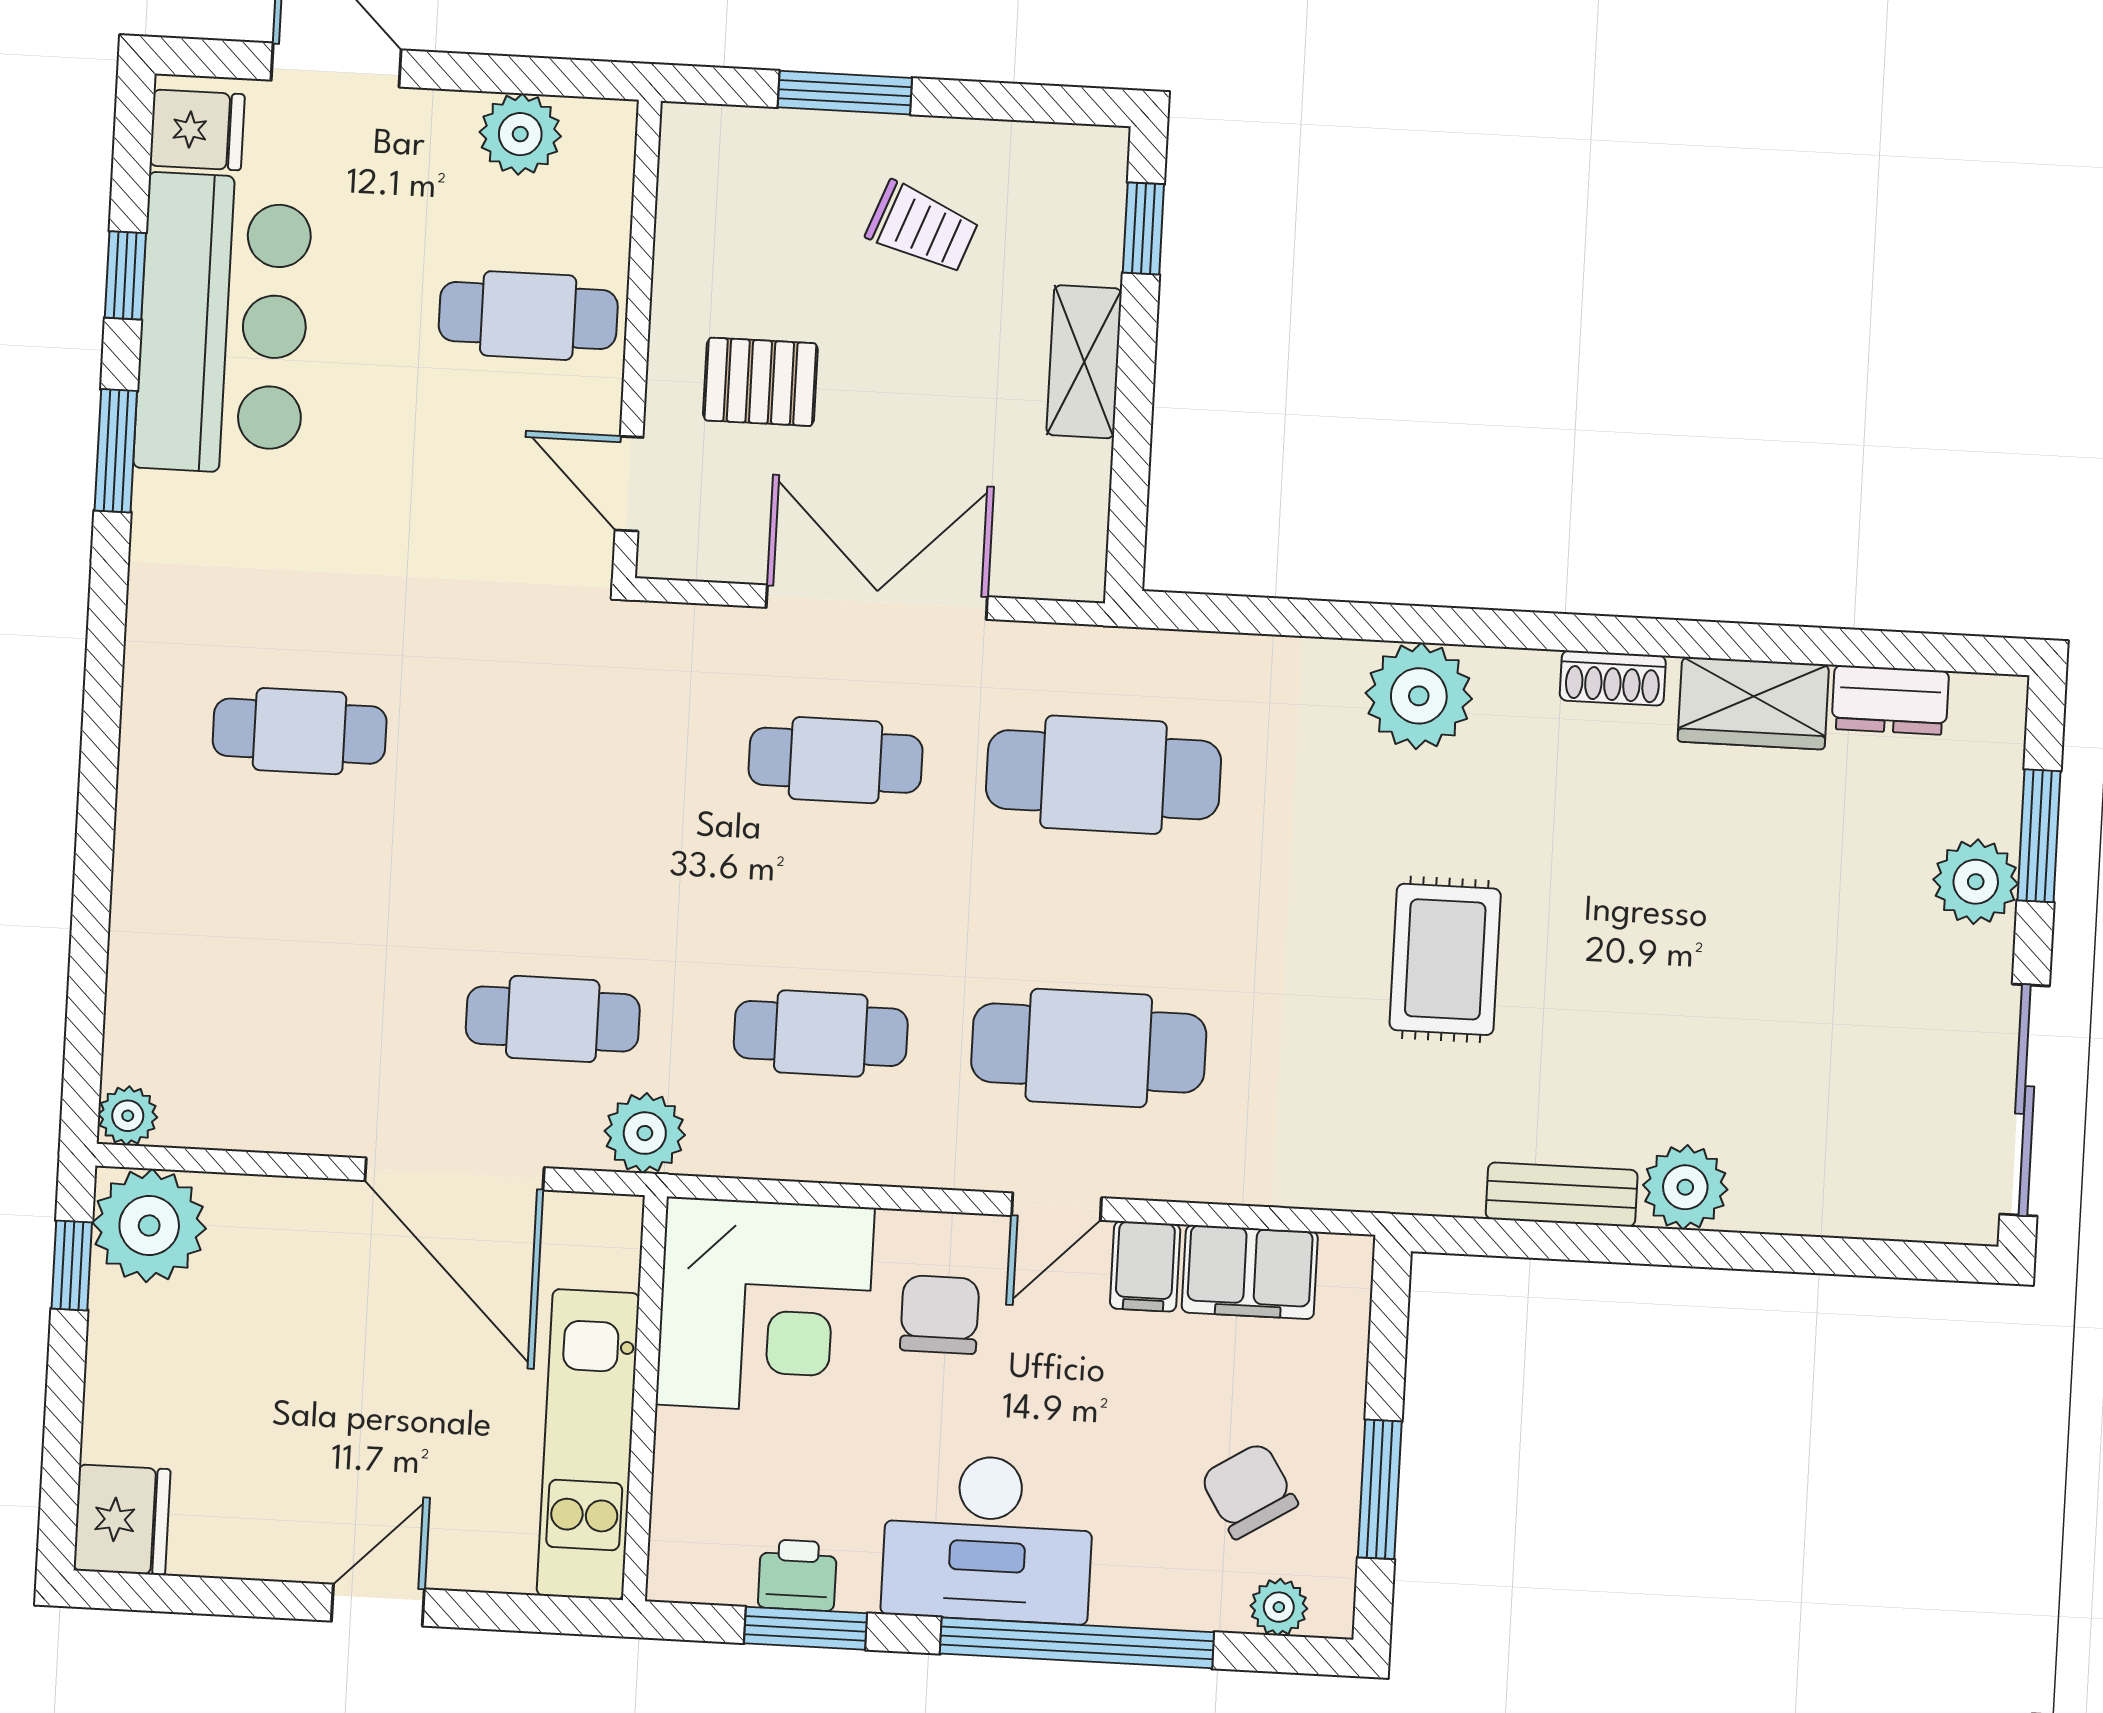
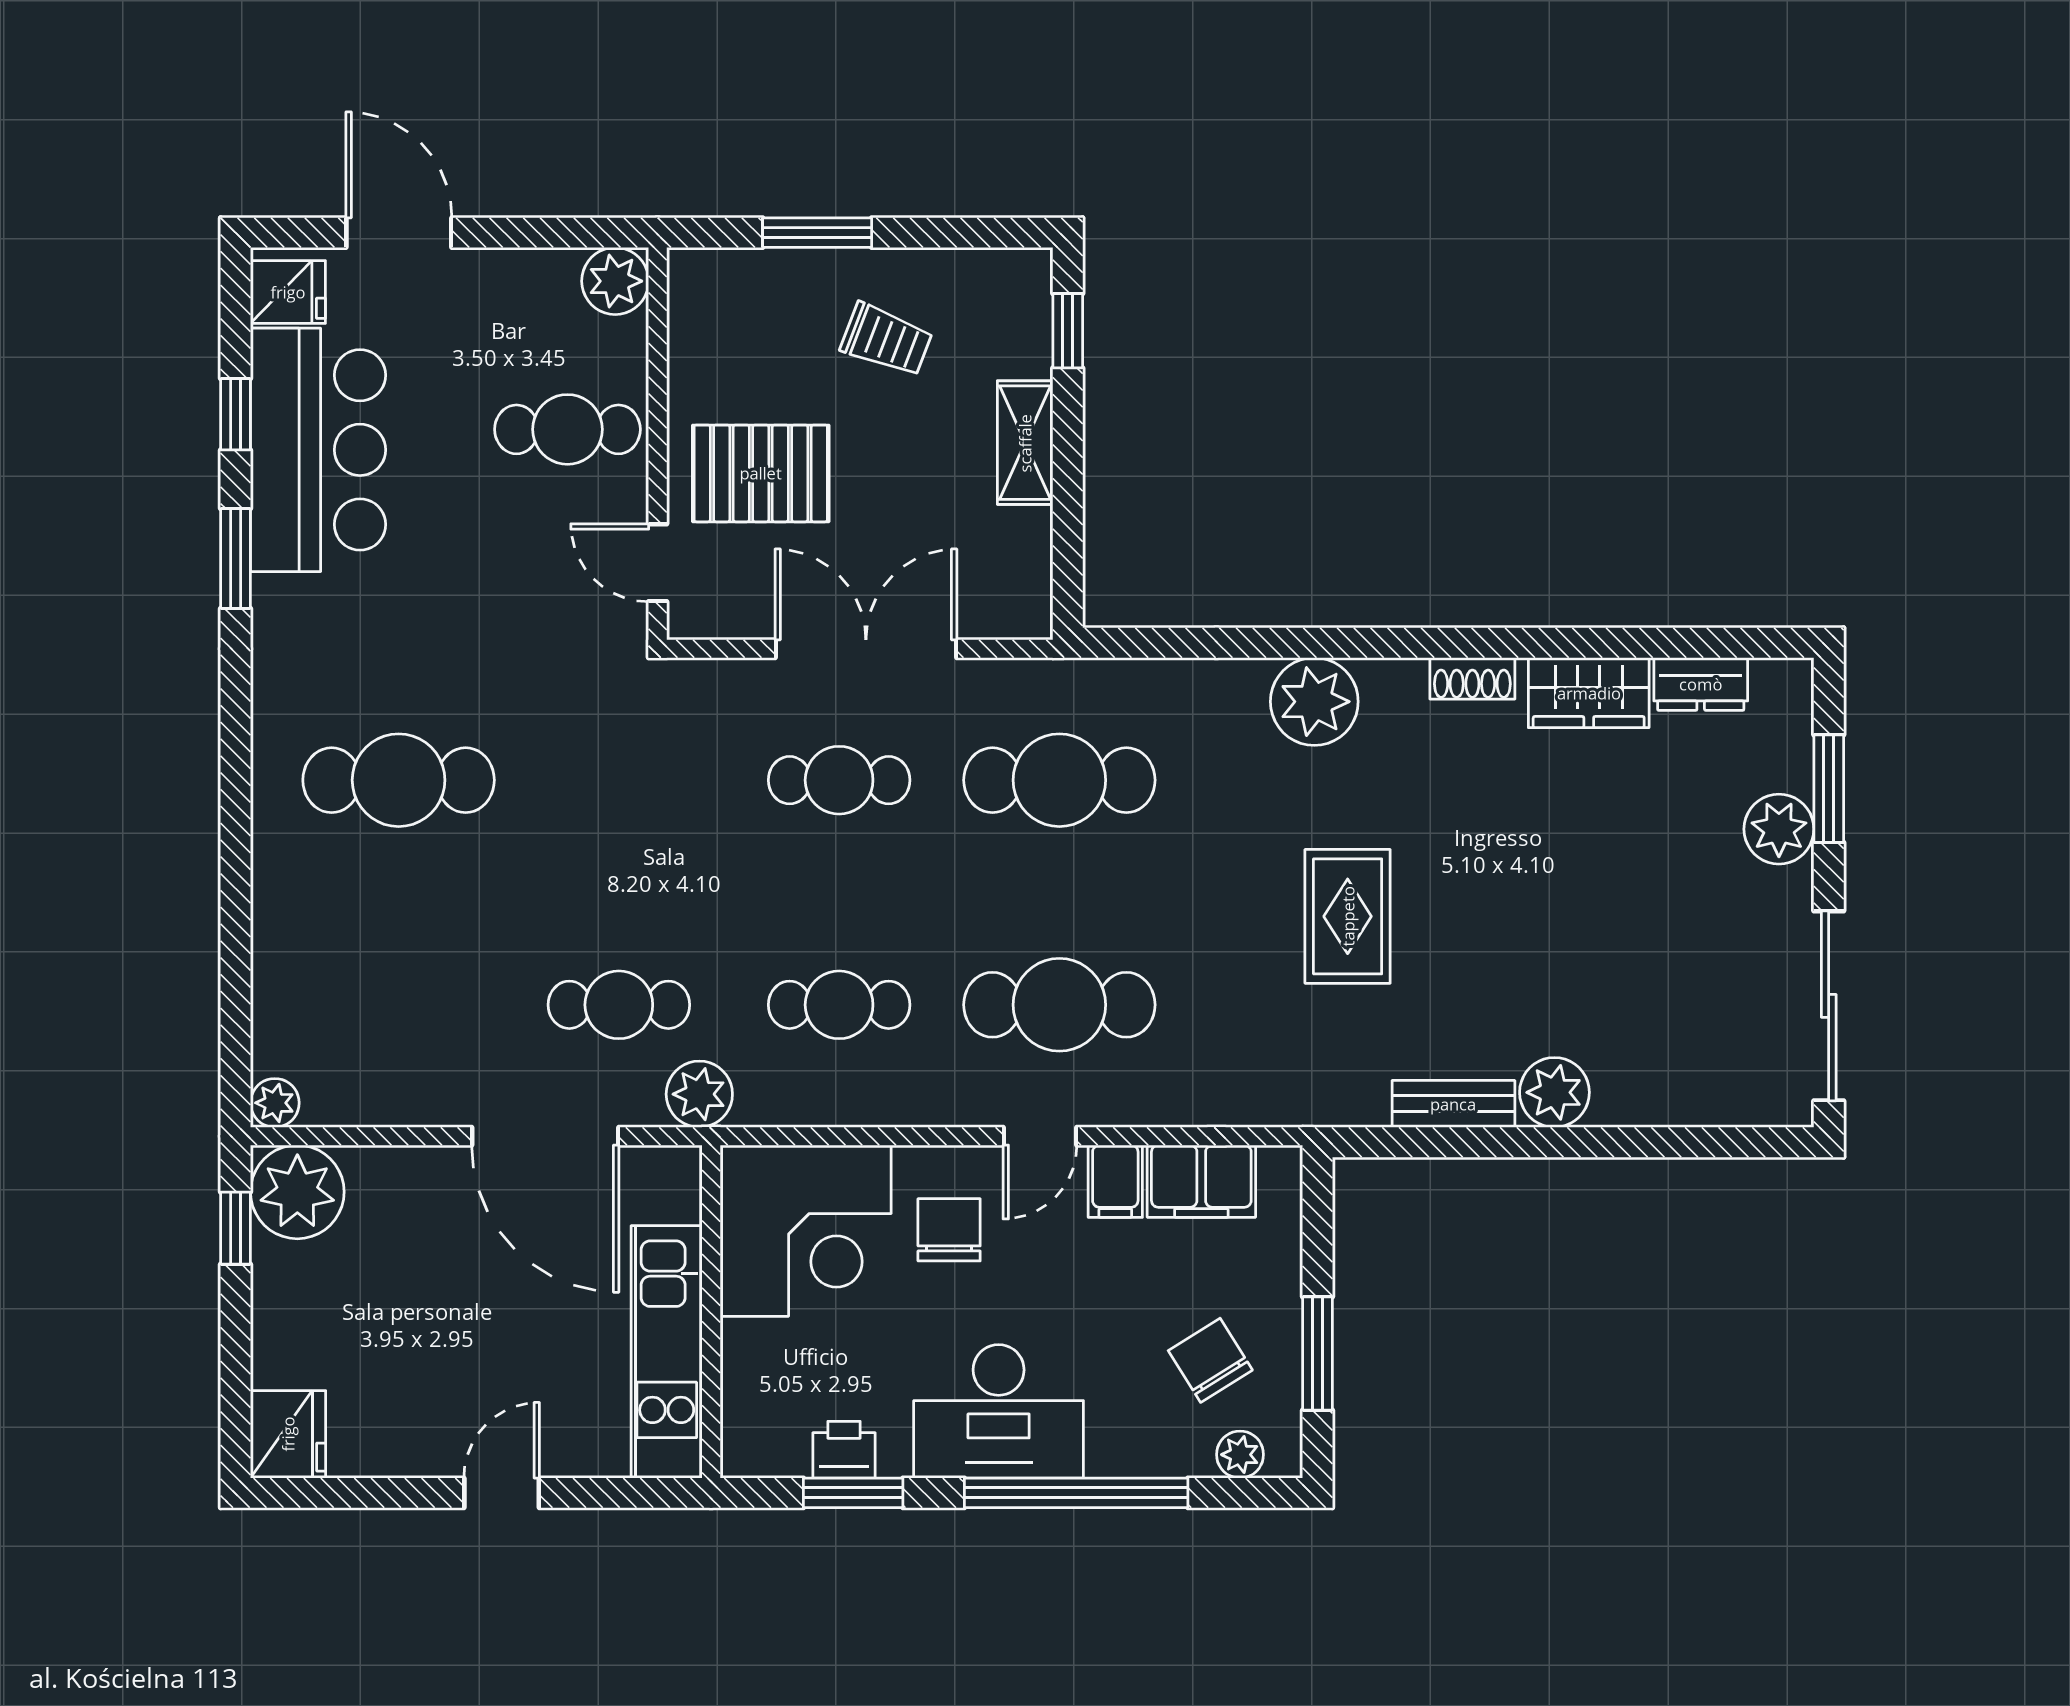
plant: (520, 134) -> (615, 281), moved
pallet: (760, 382) -> (761, 473), width x1.50, depth x1.42
cafe table: (300, 731) -> (399, 780), width x1.37, depth x1.35

